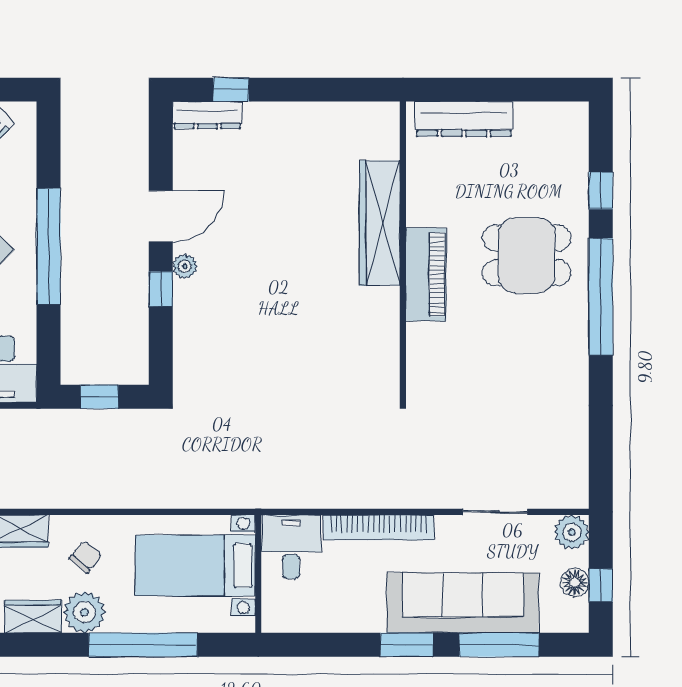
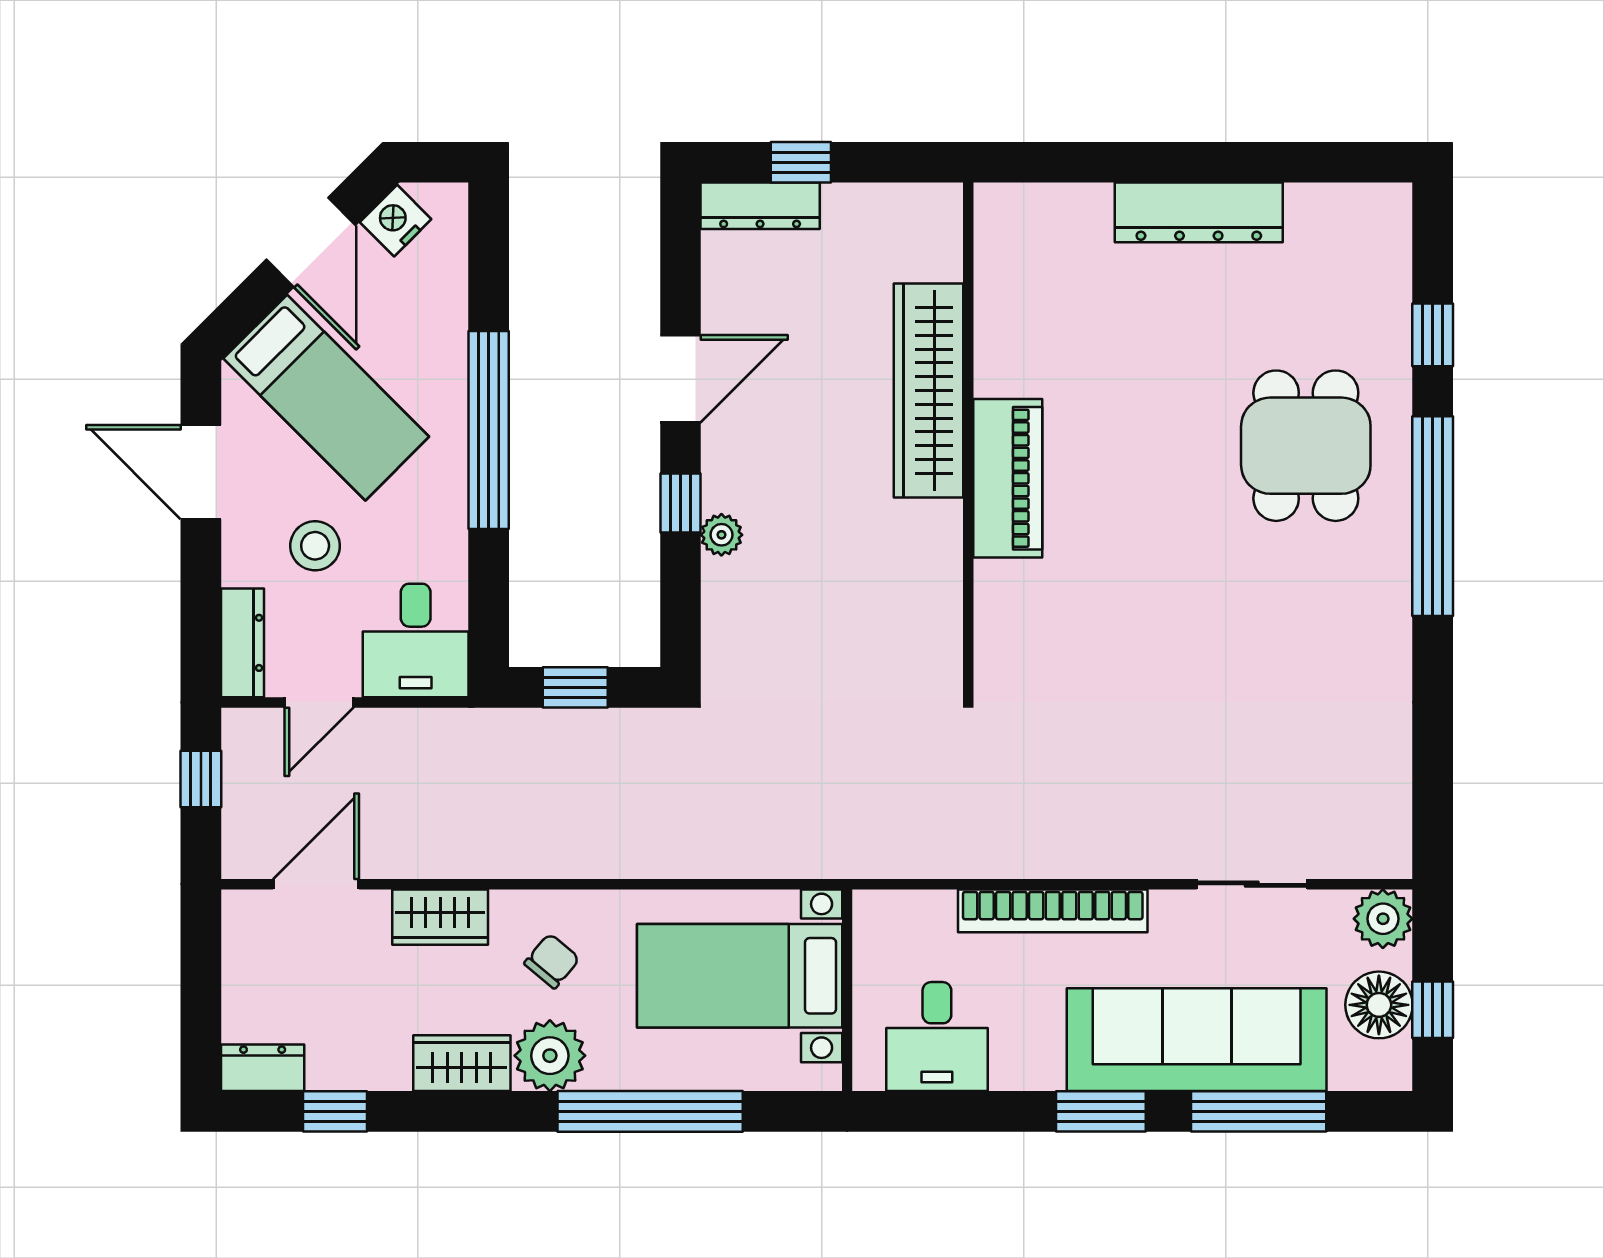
wardrobe: (380, 223) -> (929, 390), moved
wall: (403, 252) -> (968, 440), moved
dining table: (527, 255) -> (1306, 446), turned 90
plant: (185, 266) -> (721, 535), moved
piano: (426, 274) -> (1008, 478), moved
desk: (291, 547) -> (937, 1037), moved, turned 180
floor lamp: (575, 583) -> (1379, 1005), width x1.38, depth x1.38

